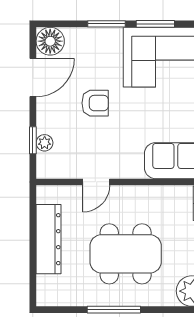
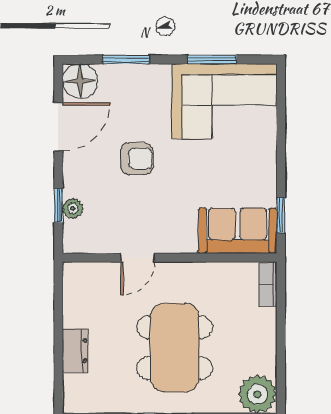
window: (106, 24) -> (126, 60), moved
dresser: (49, 239) -> (75, 351), width x0.51, depth x0.80
dining table: (126, 254) -> (175, 348), turned 90

